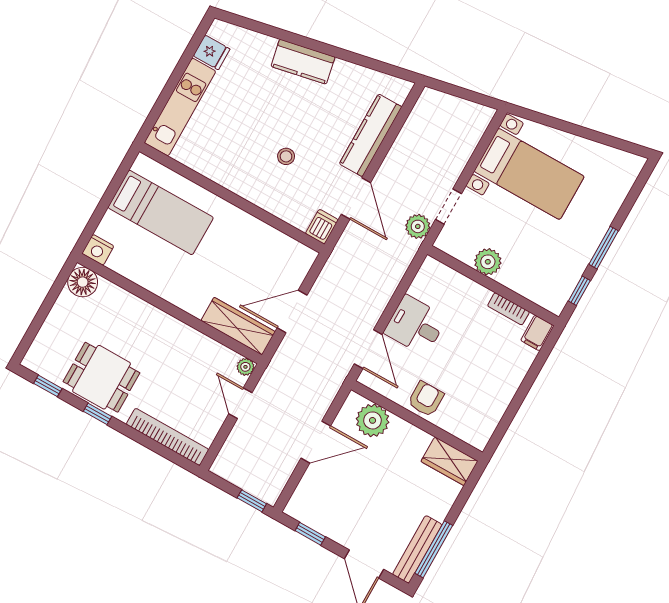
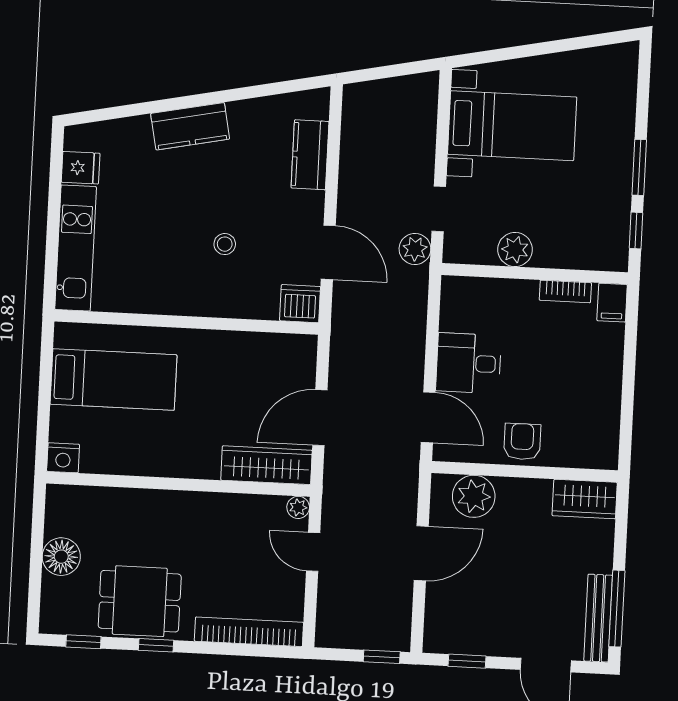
kitchen counter: (371, 135) -> (310, 155), width x0.67
dishwasher: (322, 227) -> (300, 304), width x1.38
floor lamp: (83, 282) -> (61, 557), moved

